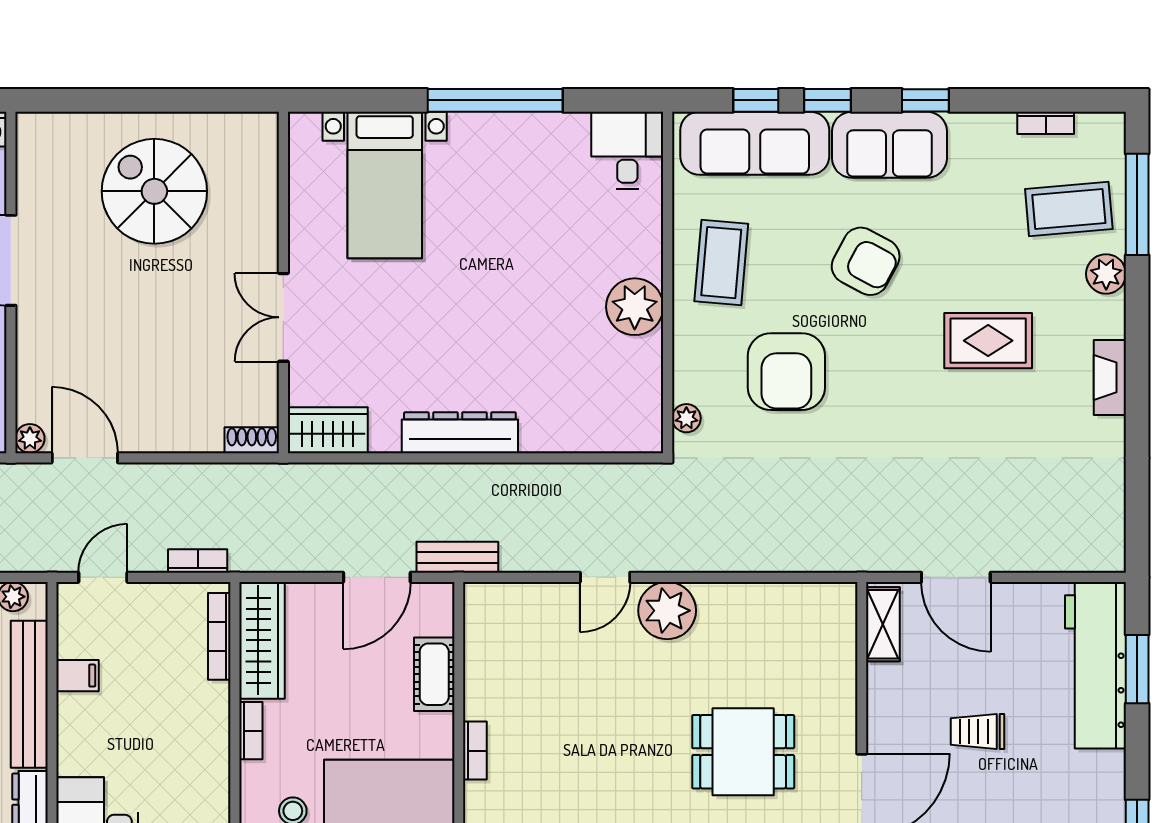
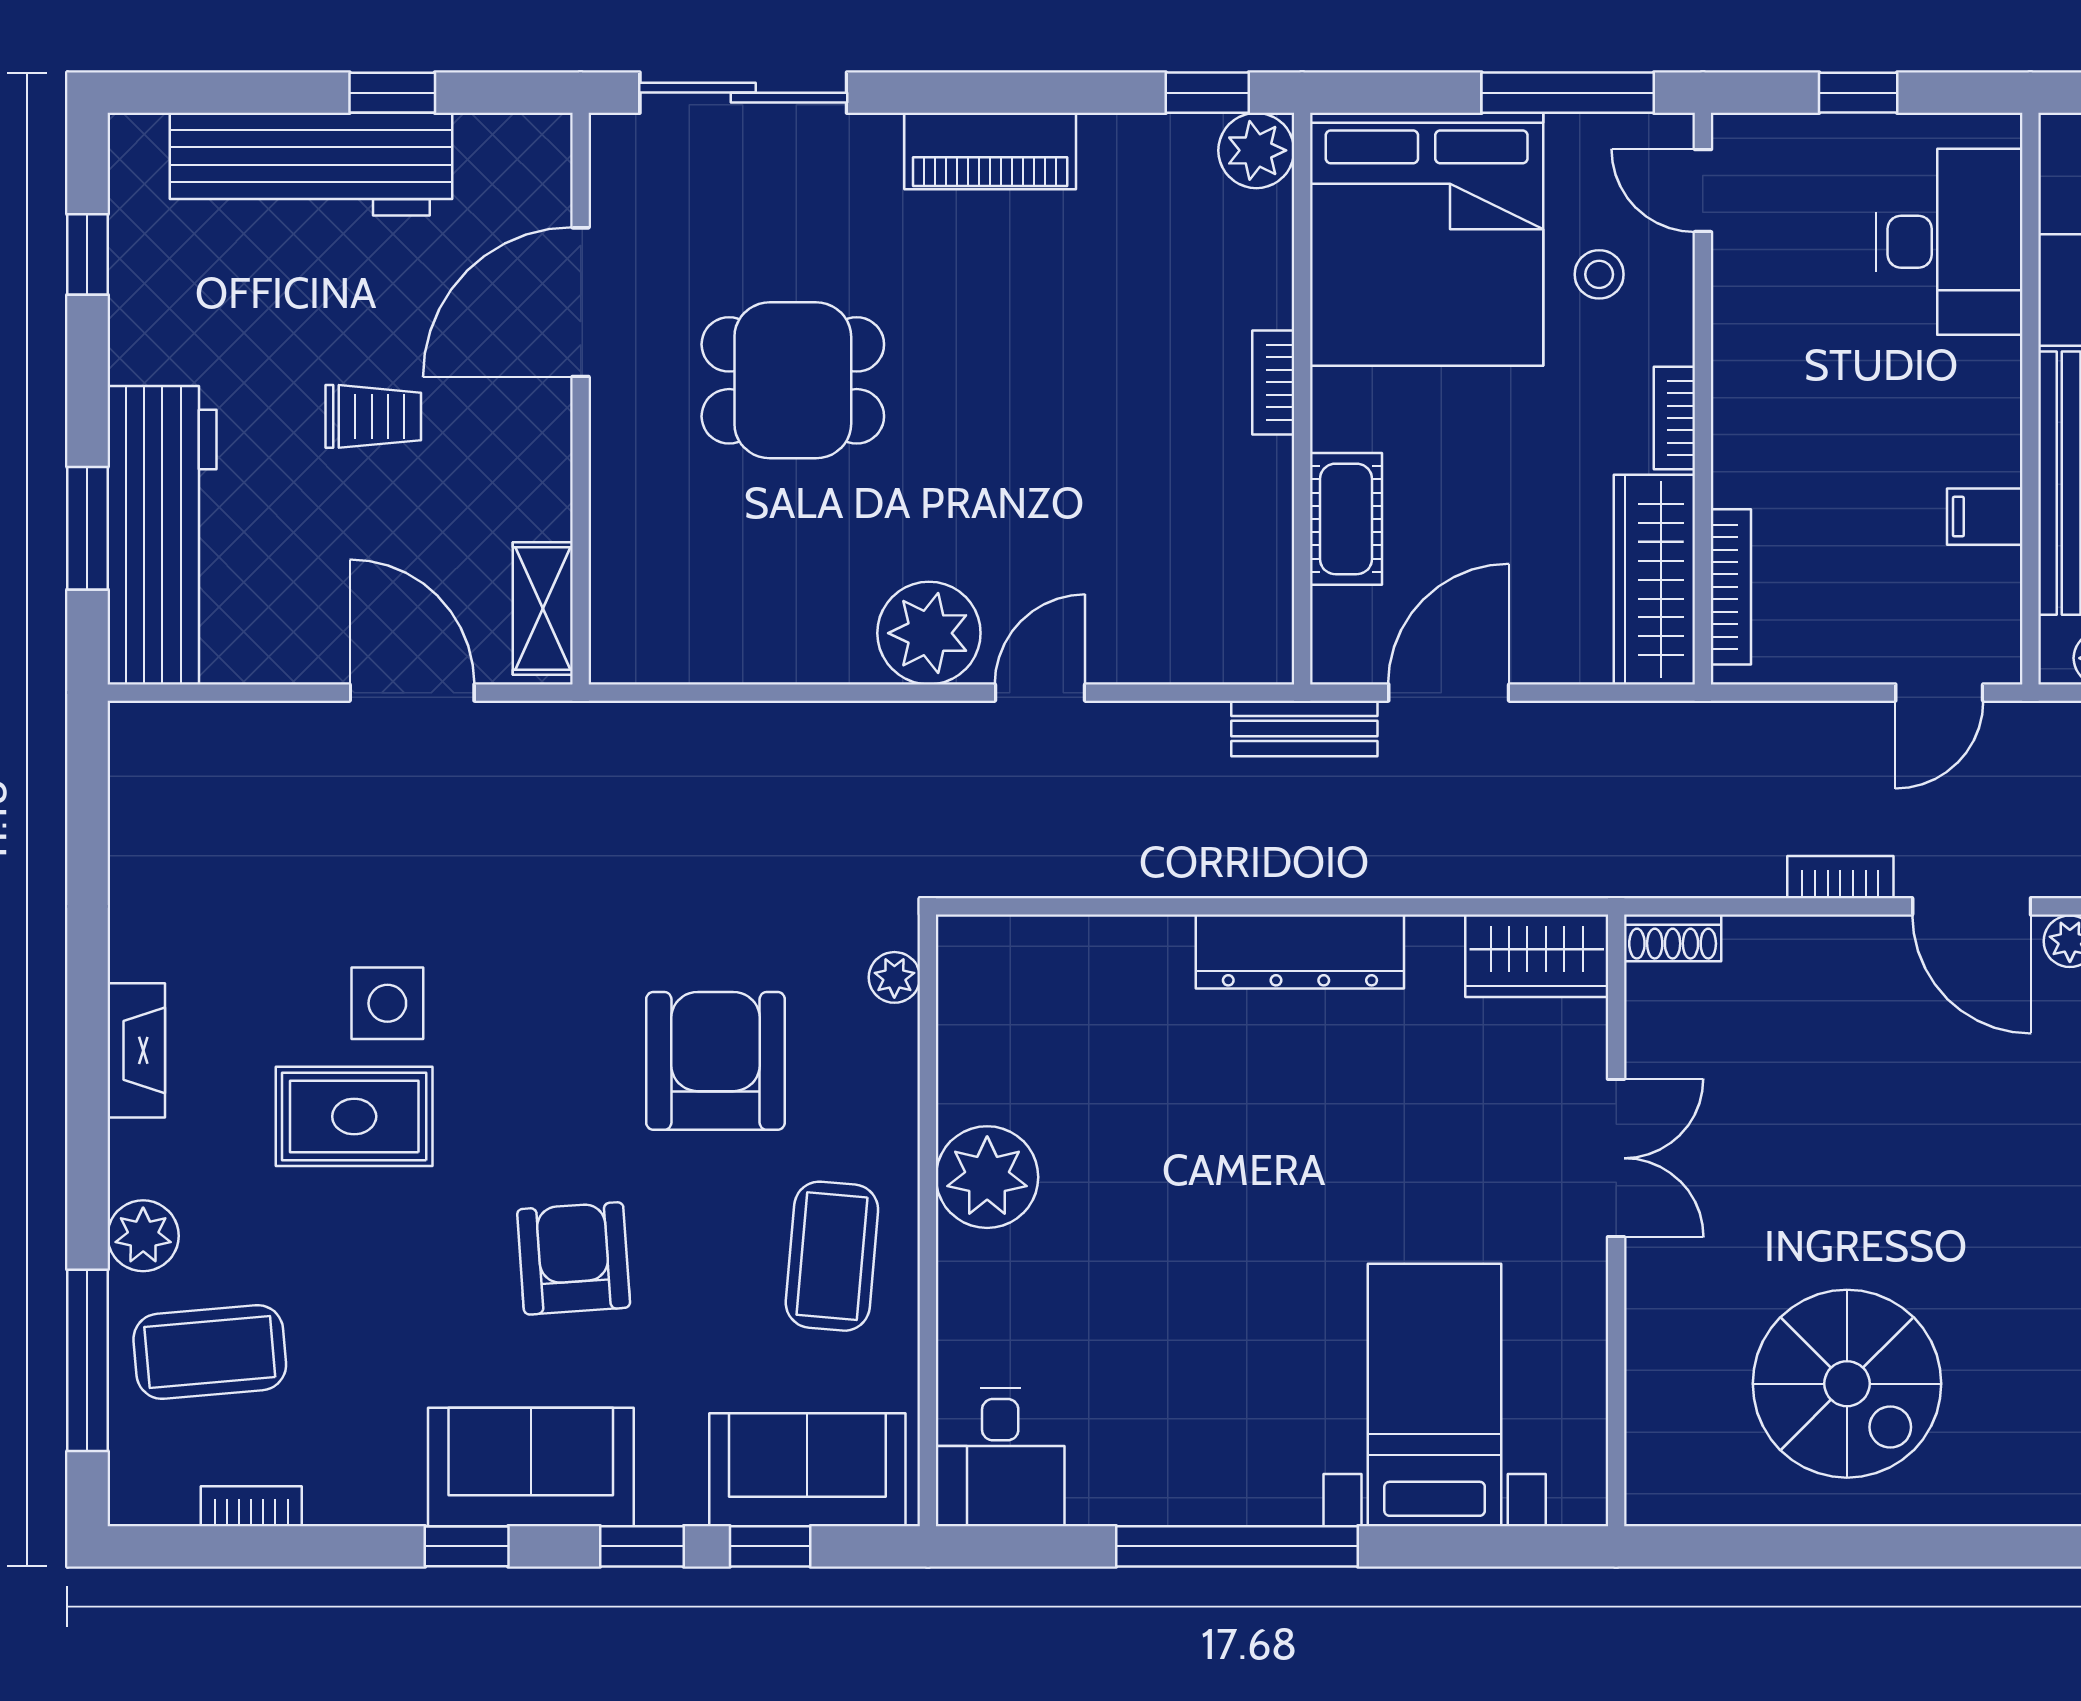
sofa: (755, 143) -> (807, 1470), width x0.73
armchair: (866, 261) -> (574, 1258), turned 58
side table: (970, 404) -> (387, 1003), added
bookcase: (198, 561) -> (1840, 877), moved, turned 180

